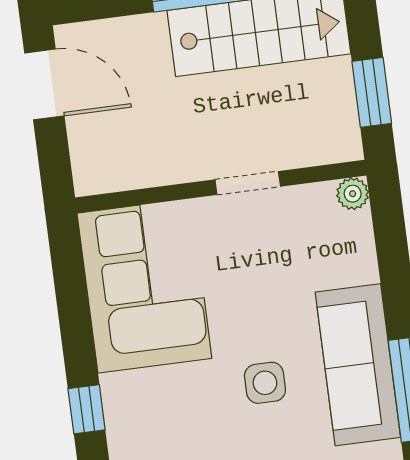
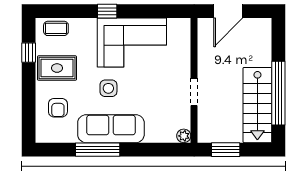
door: (44, 84) -> (228, 11), moved
corner sofa: (144, 286) -> (132, 43), moved

